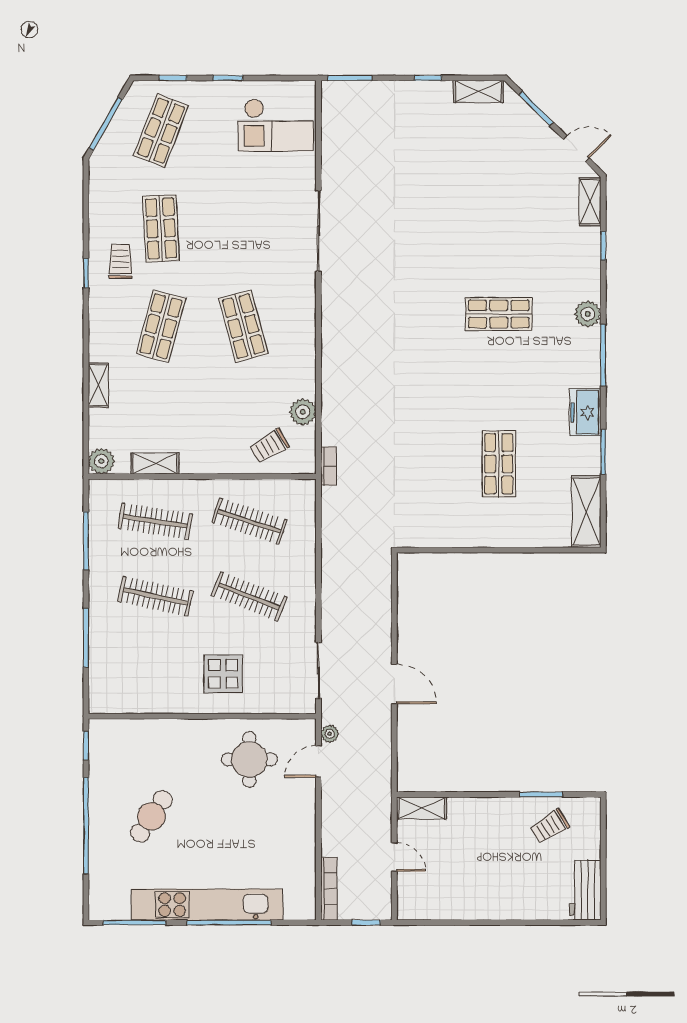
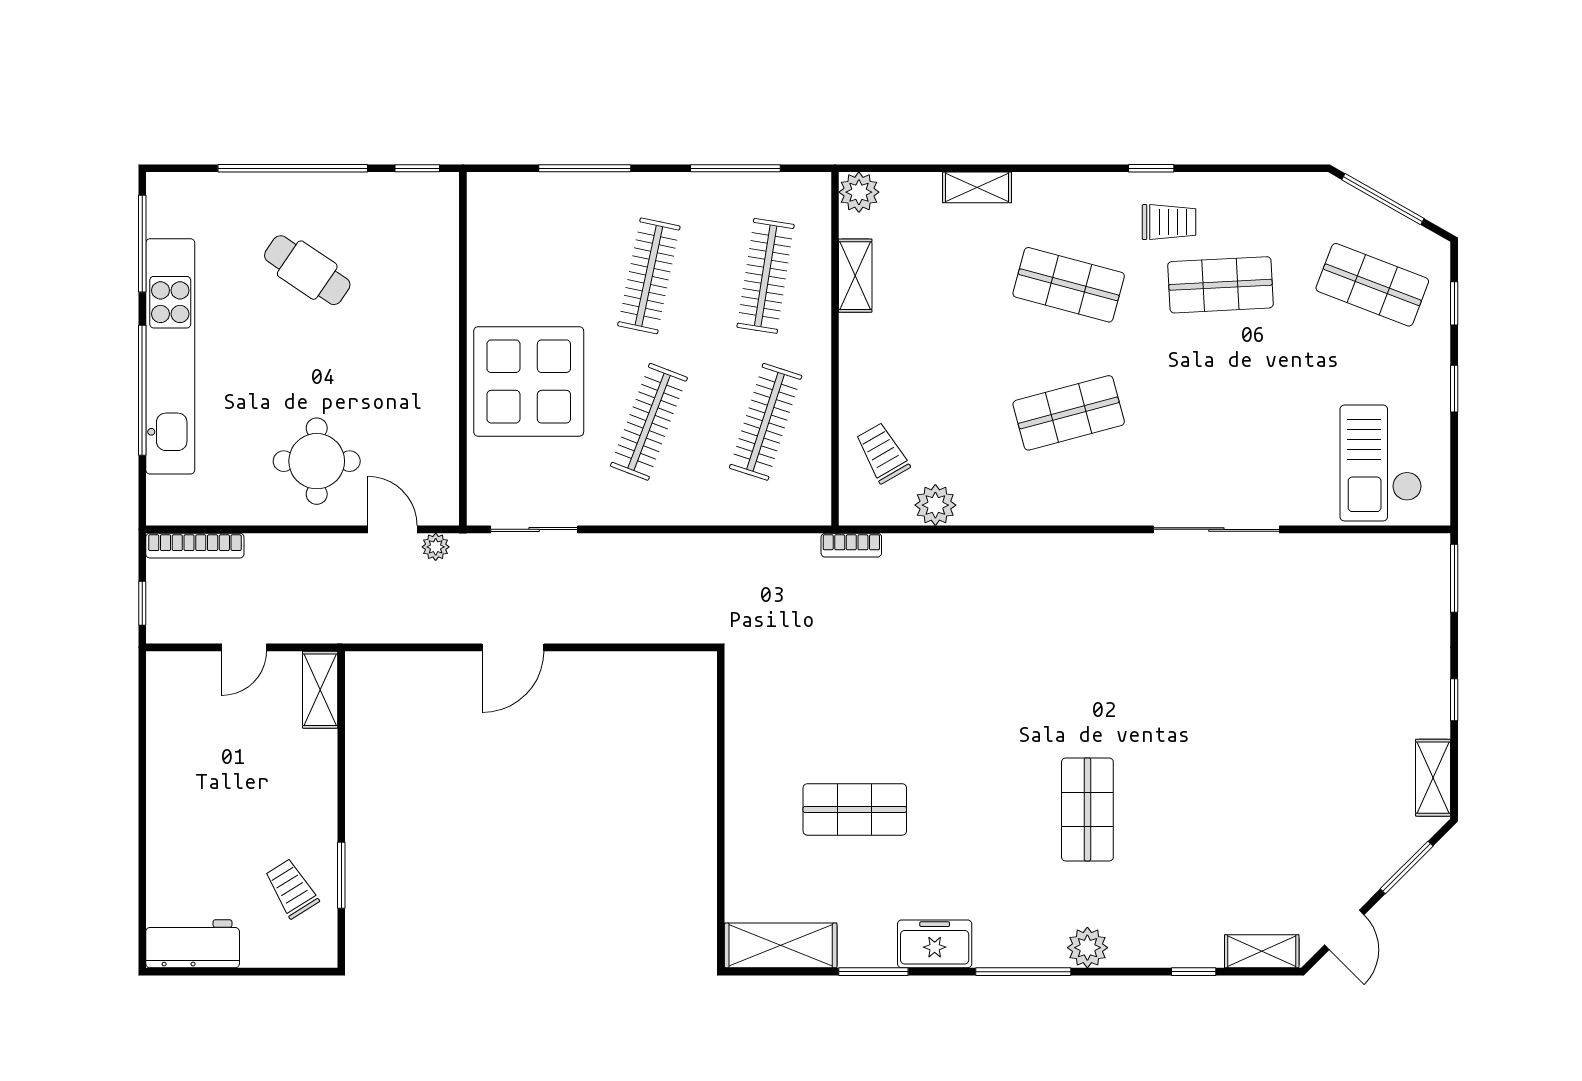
display table: (223, 674) -> (529, 381), width x1.86, depth x1.86
round table: (249, 759) -> (317, 461), moved

